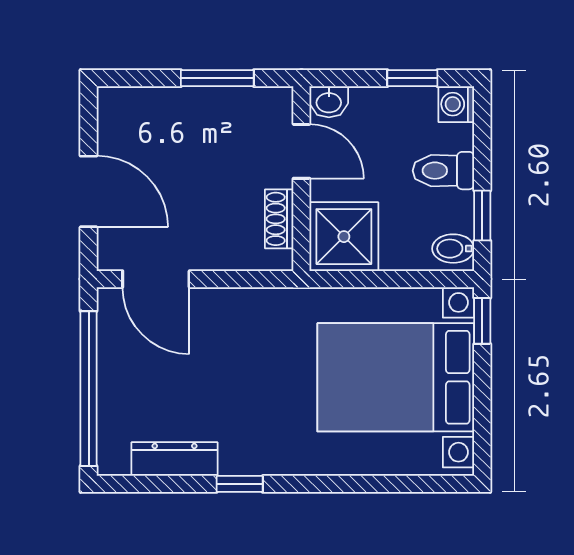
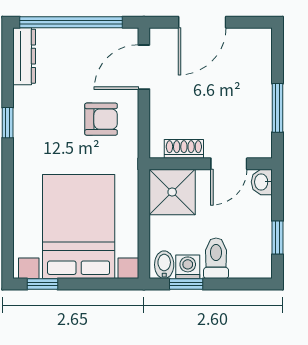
washing machine: (456, 104) -> (188, 267), moved
window: (482, 321) -> (42, 284), moved
armchair: (234, 343) -> (101, 119), added
dresser: (174, 459) -> (24, 56), moved

